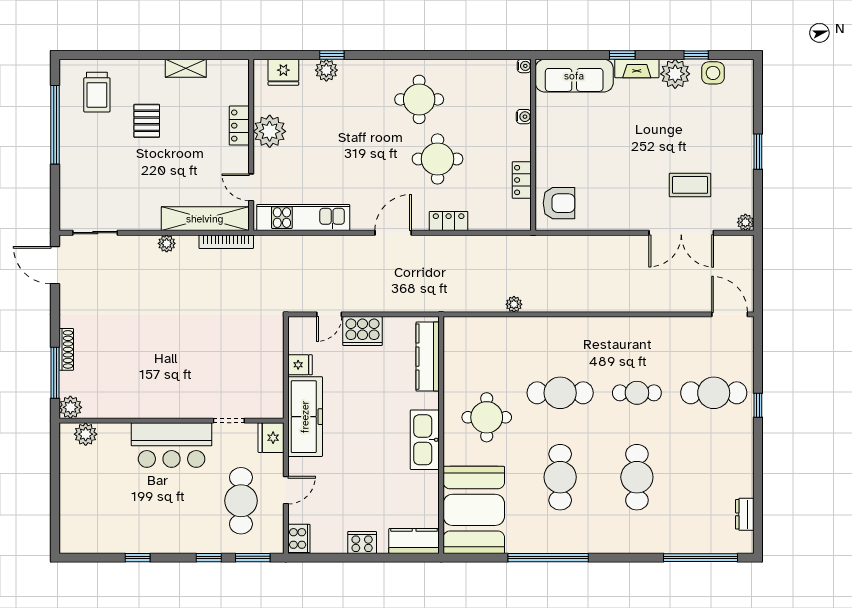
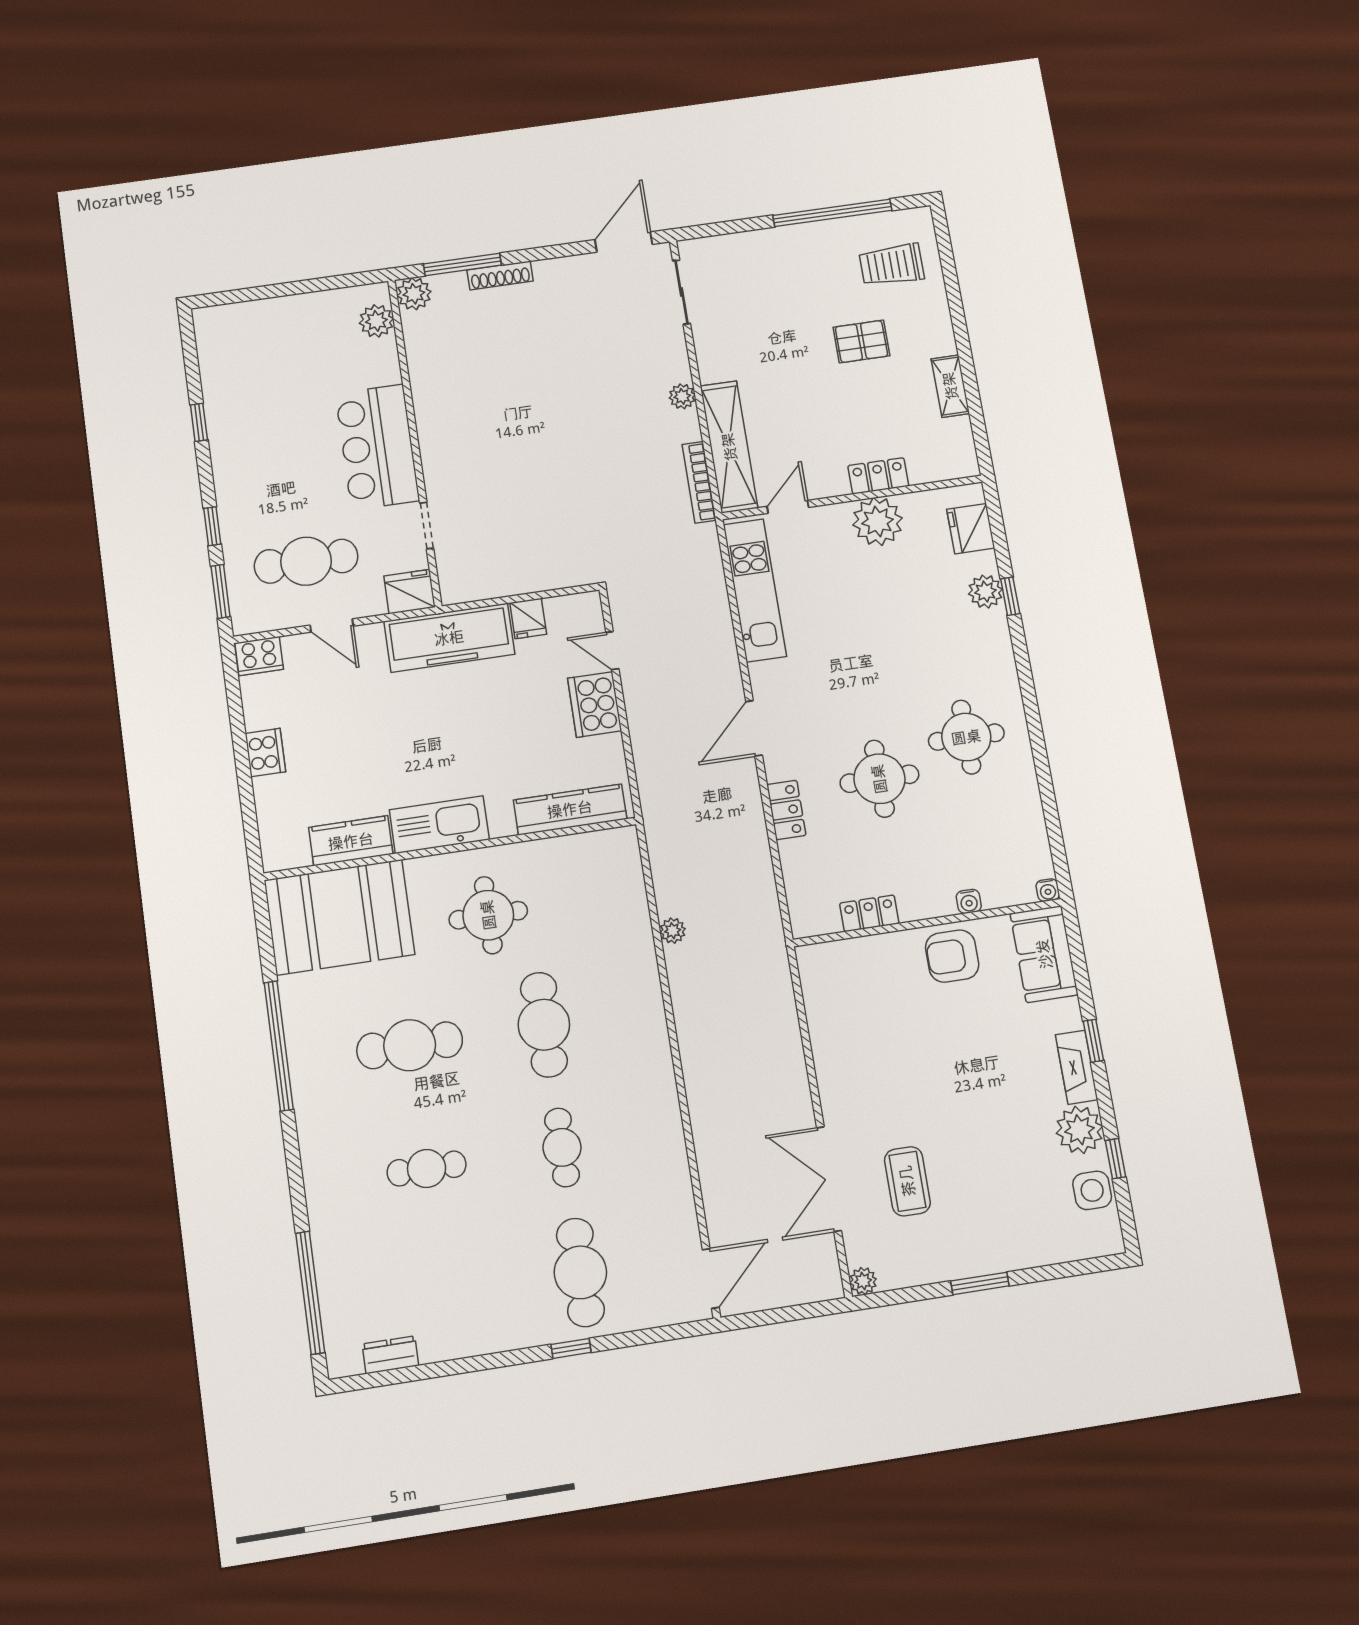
sofa: (574, 76) -> (1044, 954), width x0.73
armchair: (559, 203) -> (952, 956), moved, turned 90
door: (393, 233) -> (754, 728), swing flipped
cafe table: (637, 477) -> (427, 1168), width x0.73, depth x0.74
kitchen counter: (414, 541) -> (351, 841), moved, turned -90

